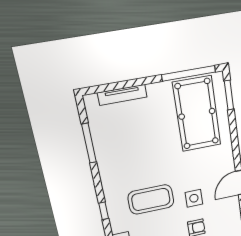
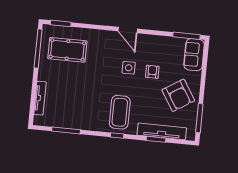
pool table: (197, 114) -> (67, 50), width x0.73, depth x0.76
coffee table: (151, 199) -> (120, 112), moved

